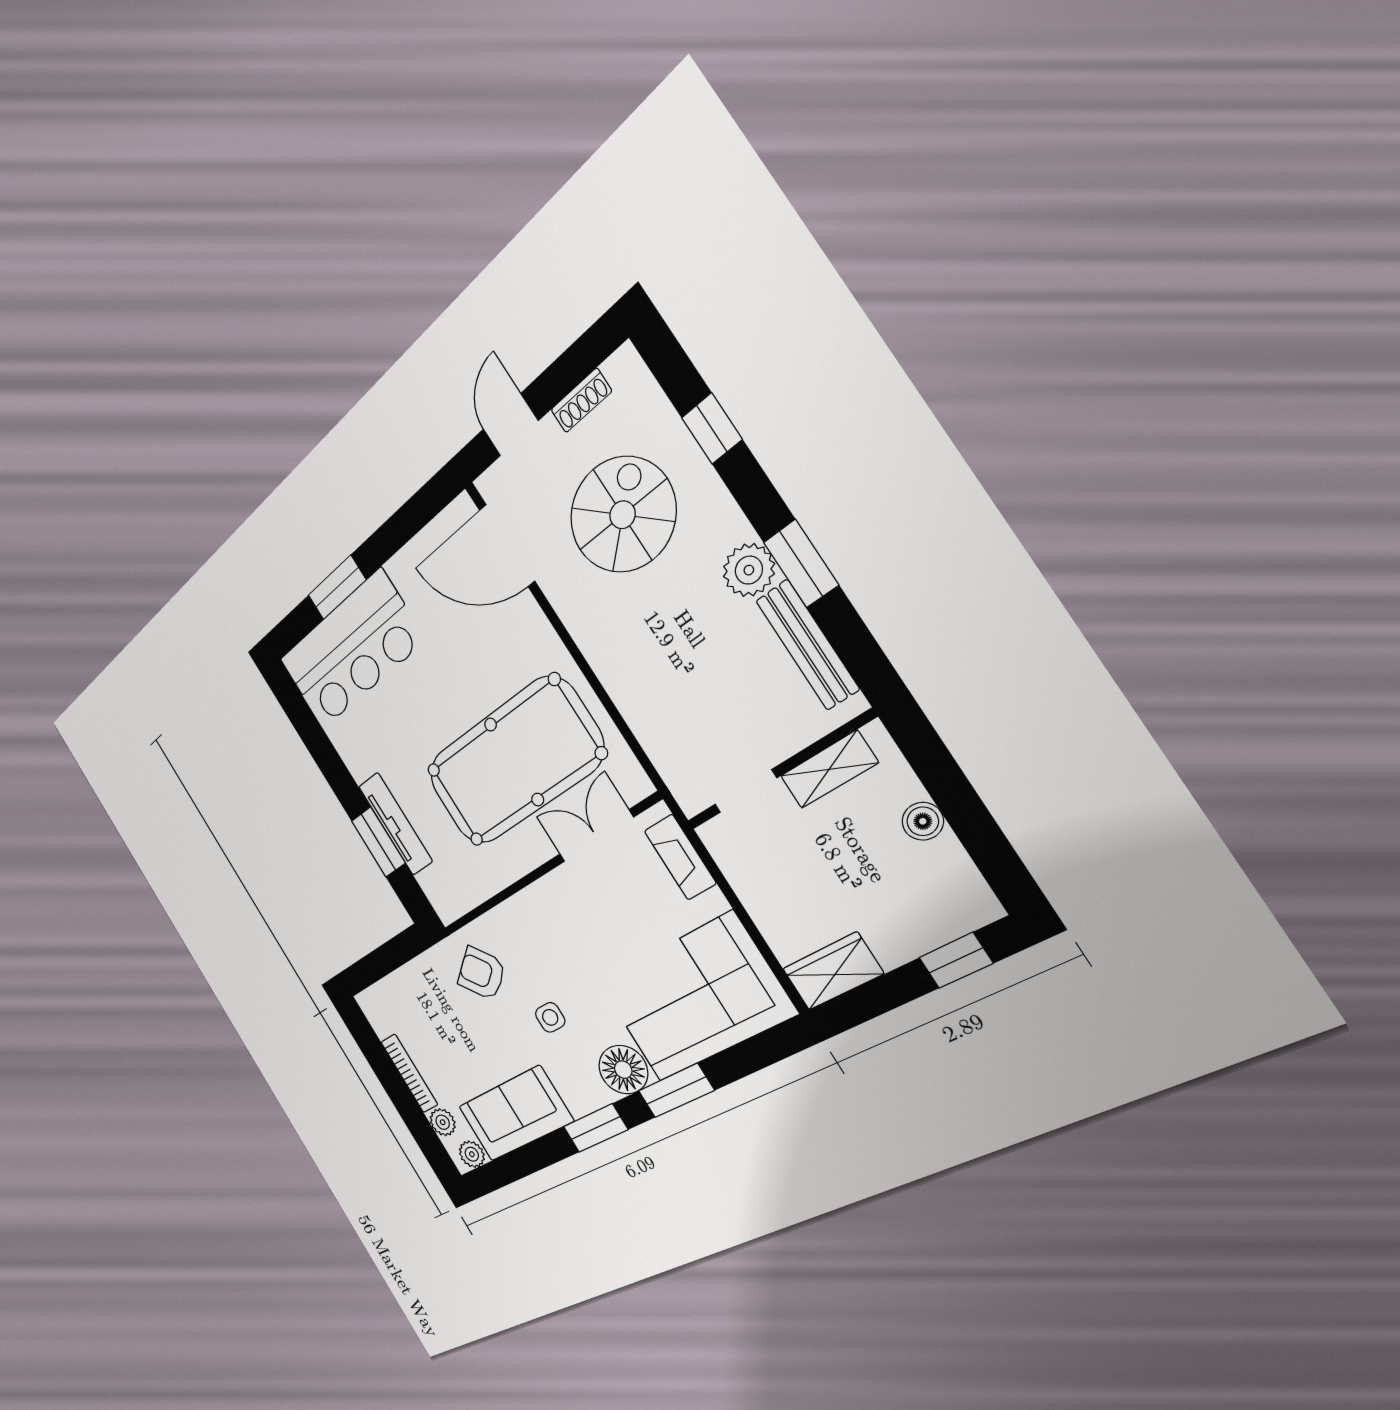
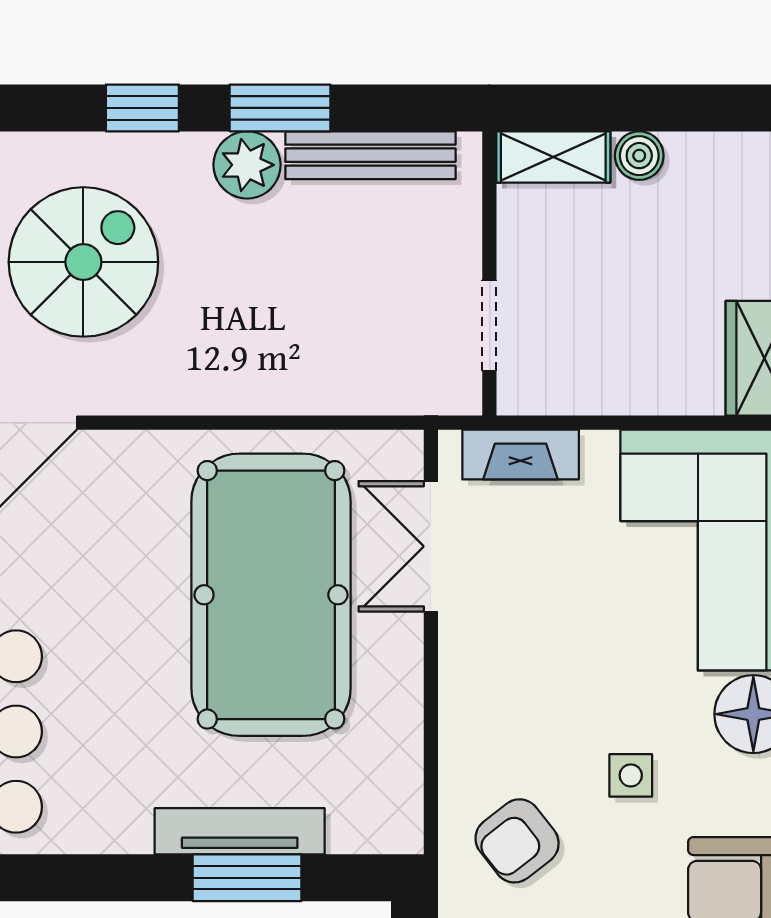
window: (712, 428) -> (142, 108), moved
spiral stairs: (623, 515) -> (83, 262), turned 90
shelving: (829, 769) -> (553, 157), moved, turned 90

